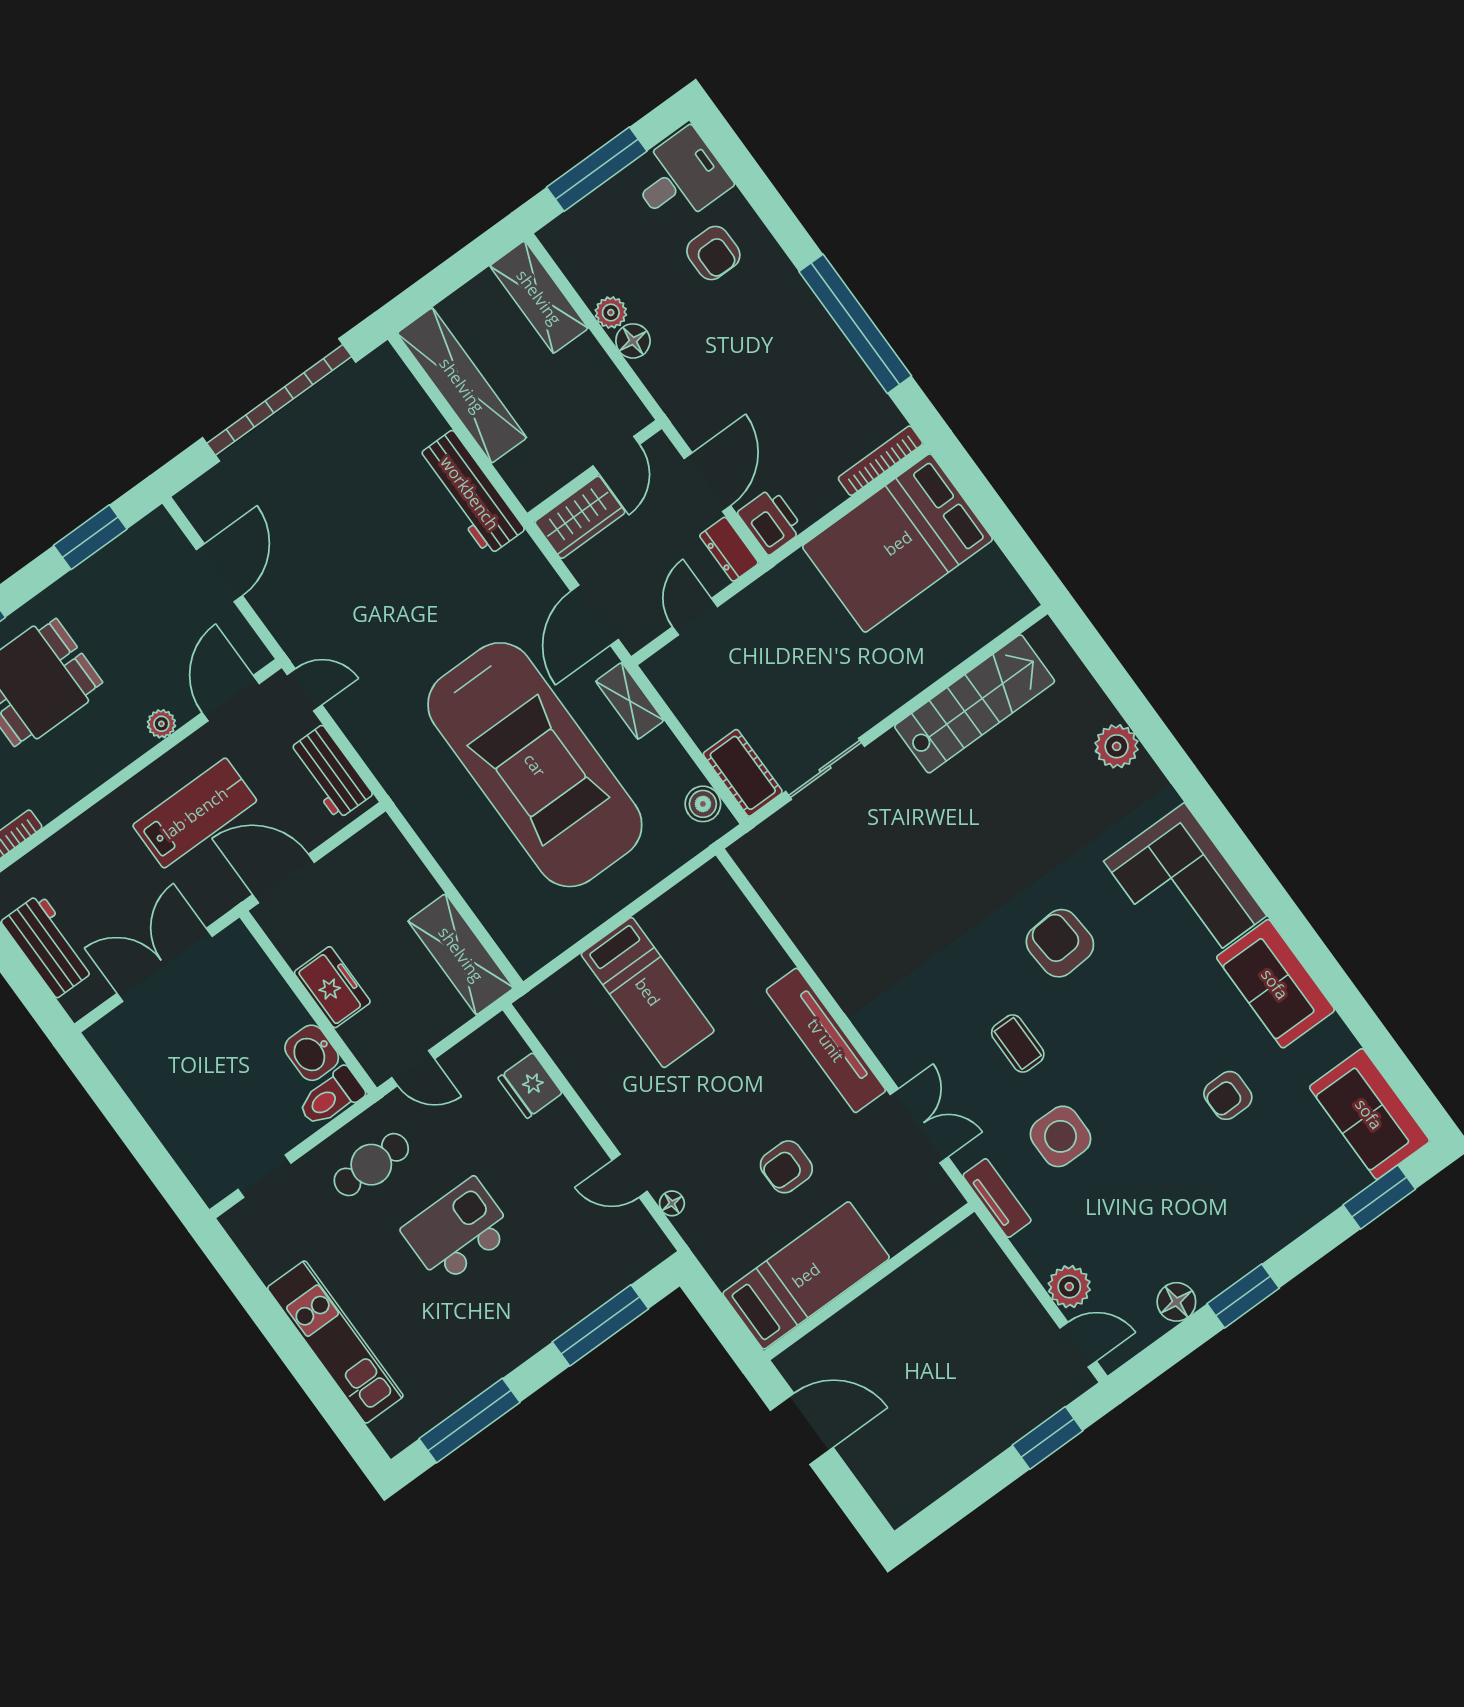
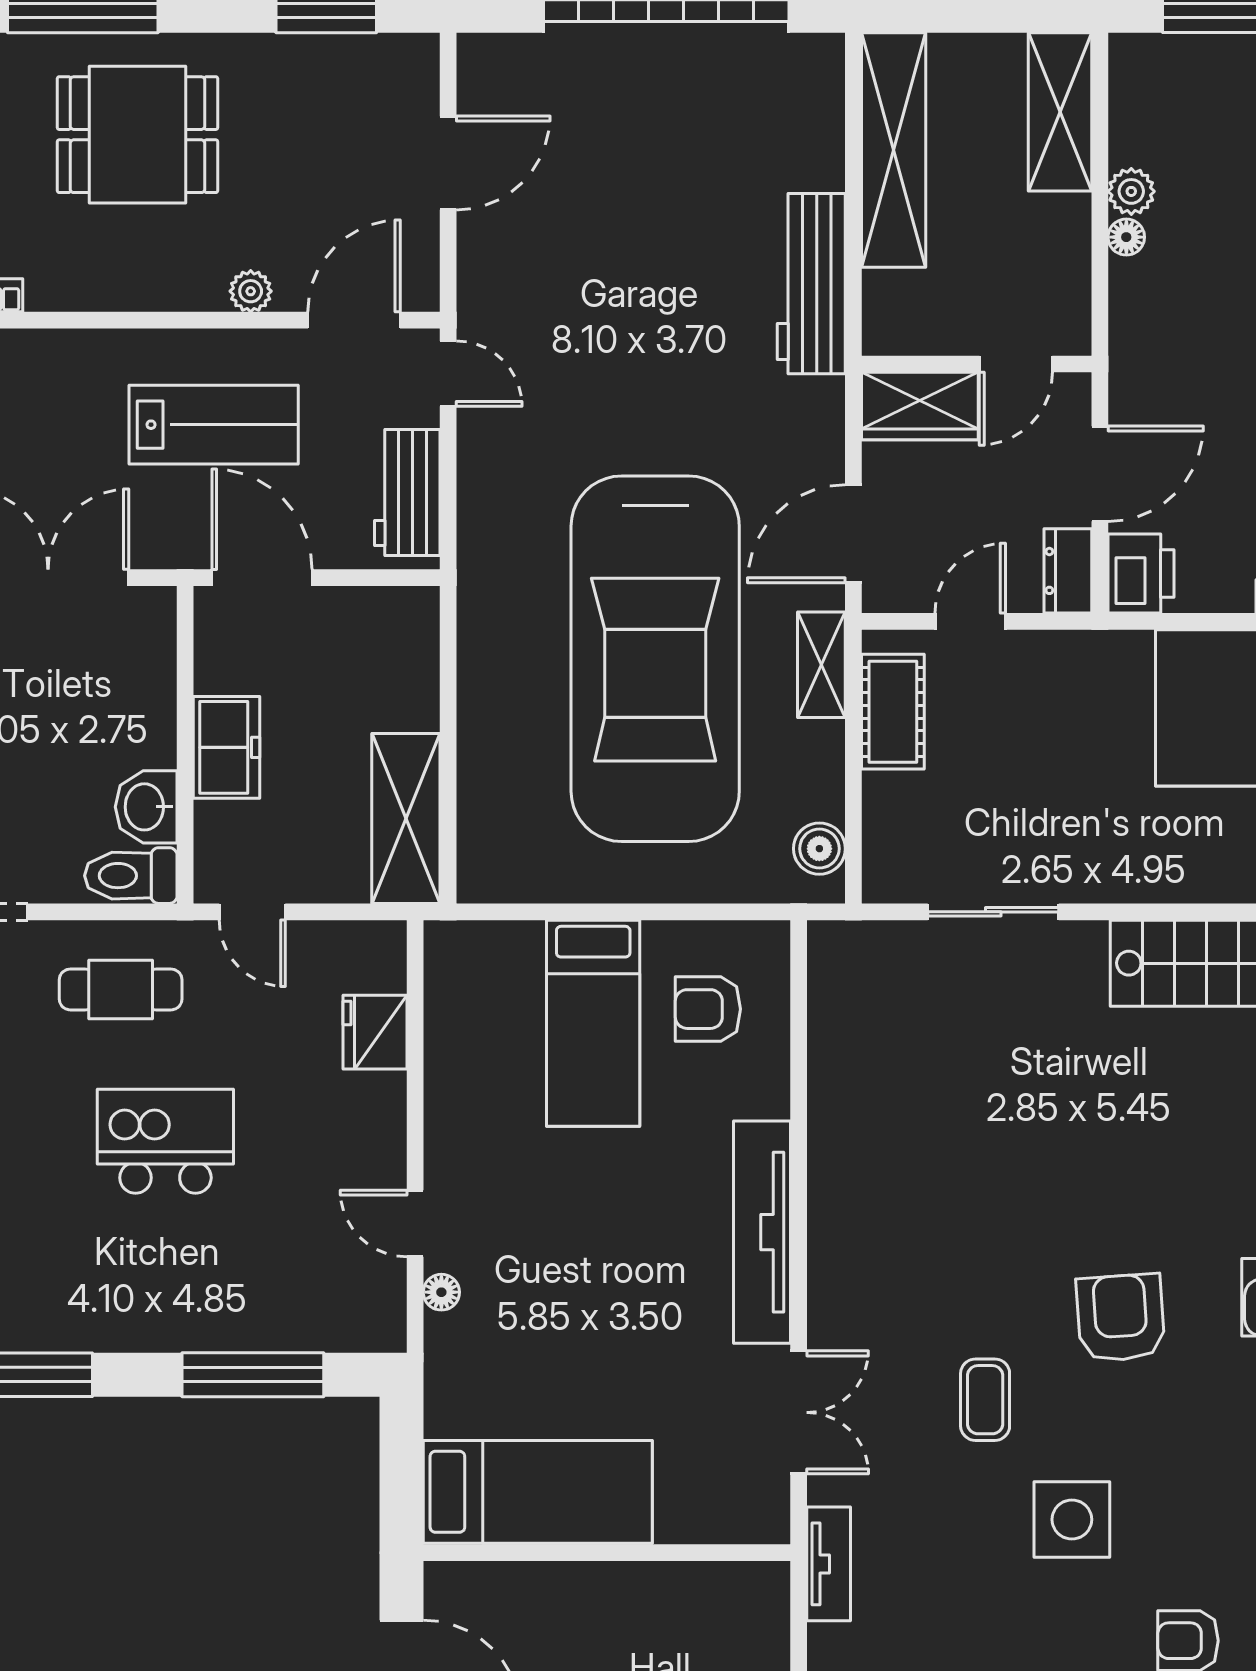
floor lamp: (633, 341) -> (1126, 237), width x0.73, depth x0.73
cot: (743, 773) -> (893, 712), moved
side table: (1060, 1136) -> (1072, 1520), moved
armchair: (786, 1167) -> (708, 1009), moved

